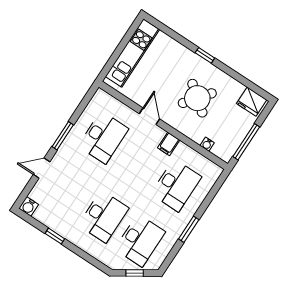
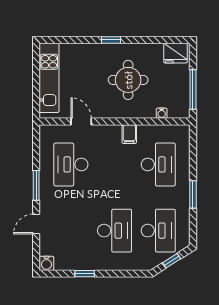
round table: (197, 98) -> (128, 80), turned -38
door: (150, 116) -> (81, 121), moved
desk: (103, 137) -> (71, 164), turned 180

